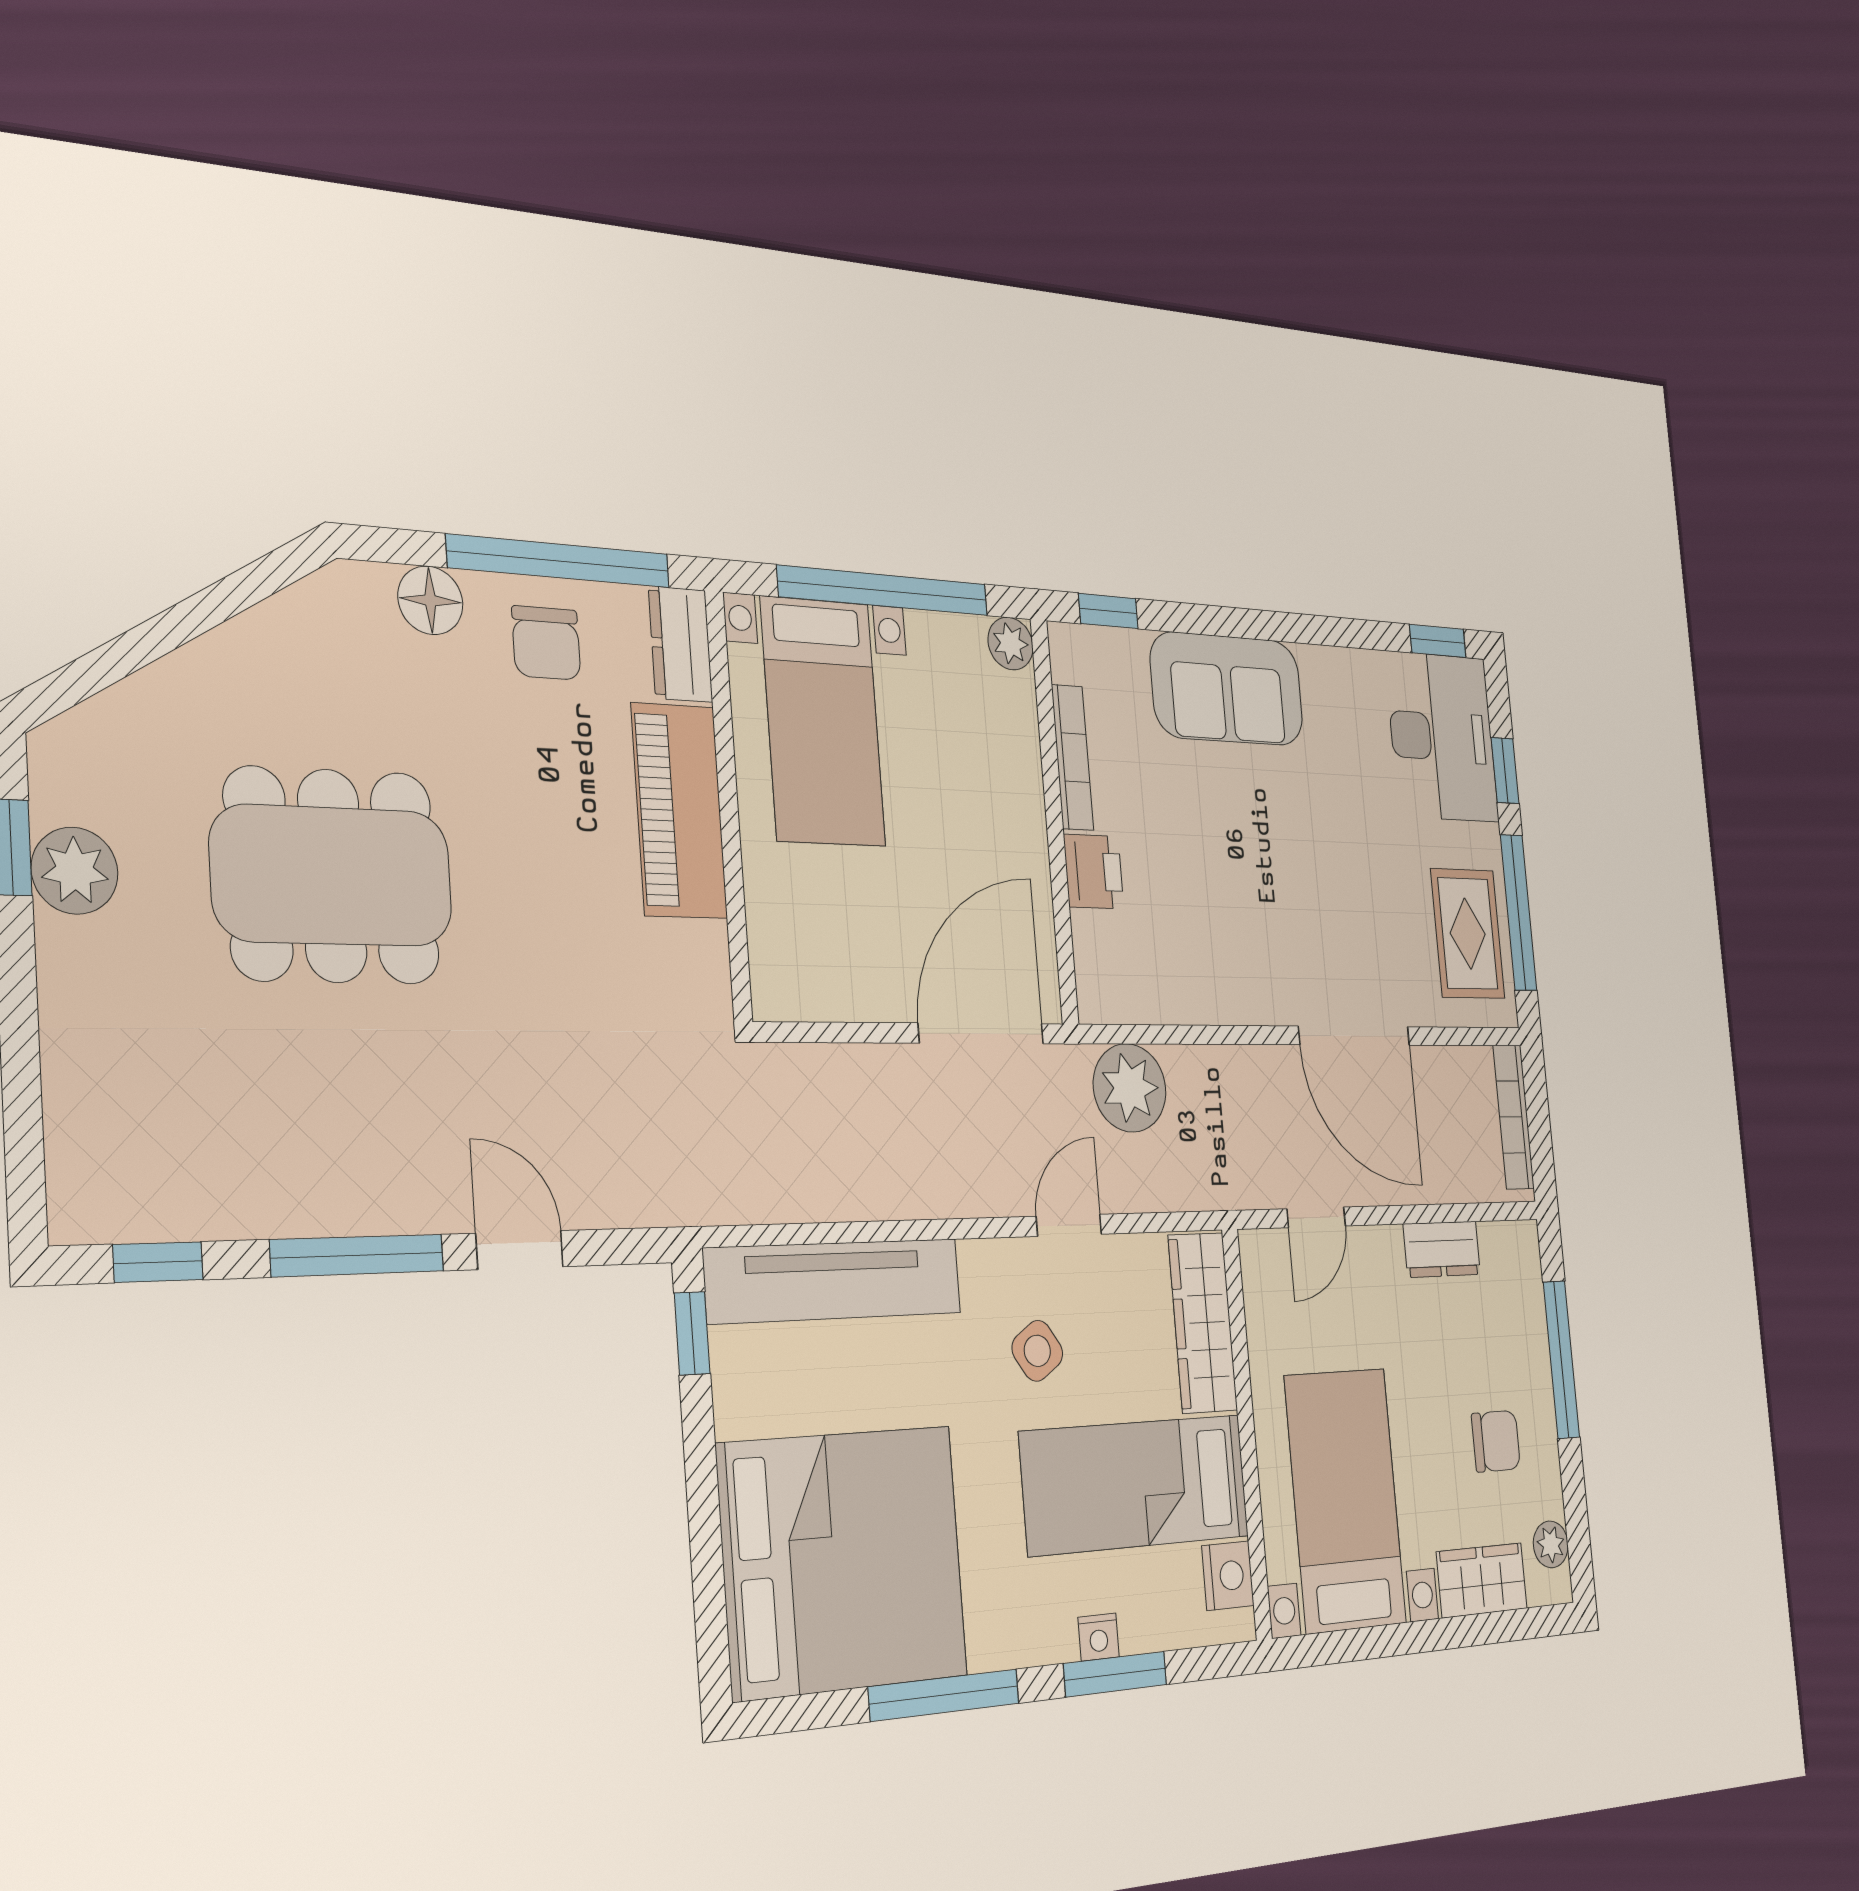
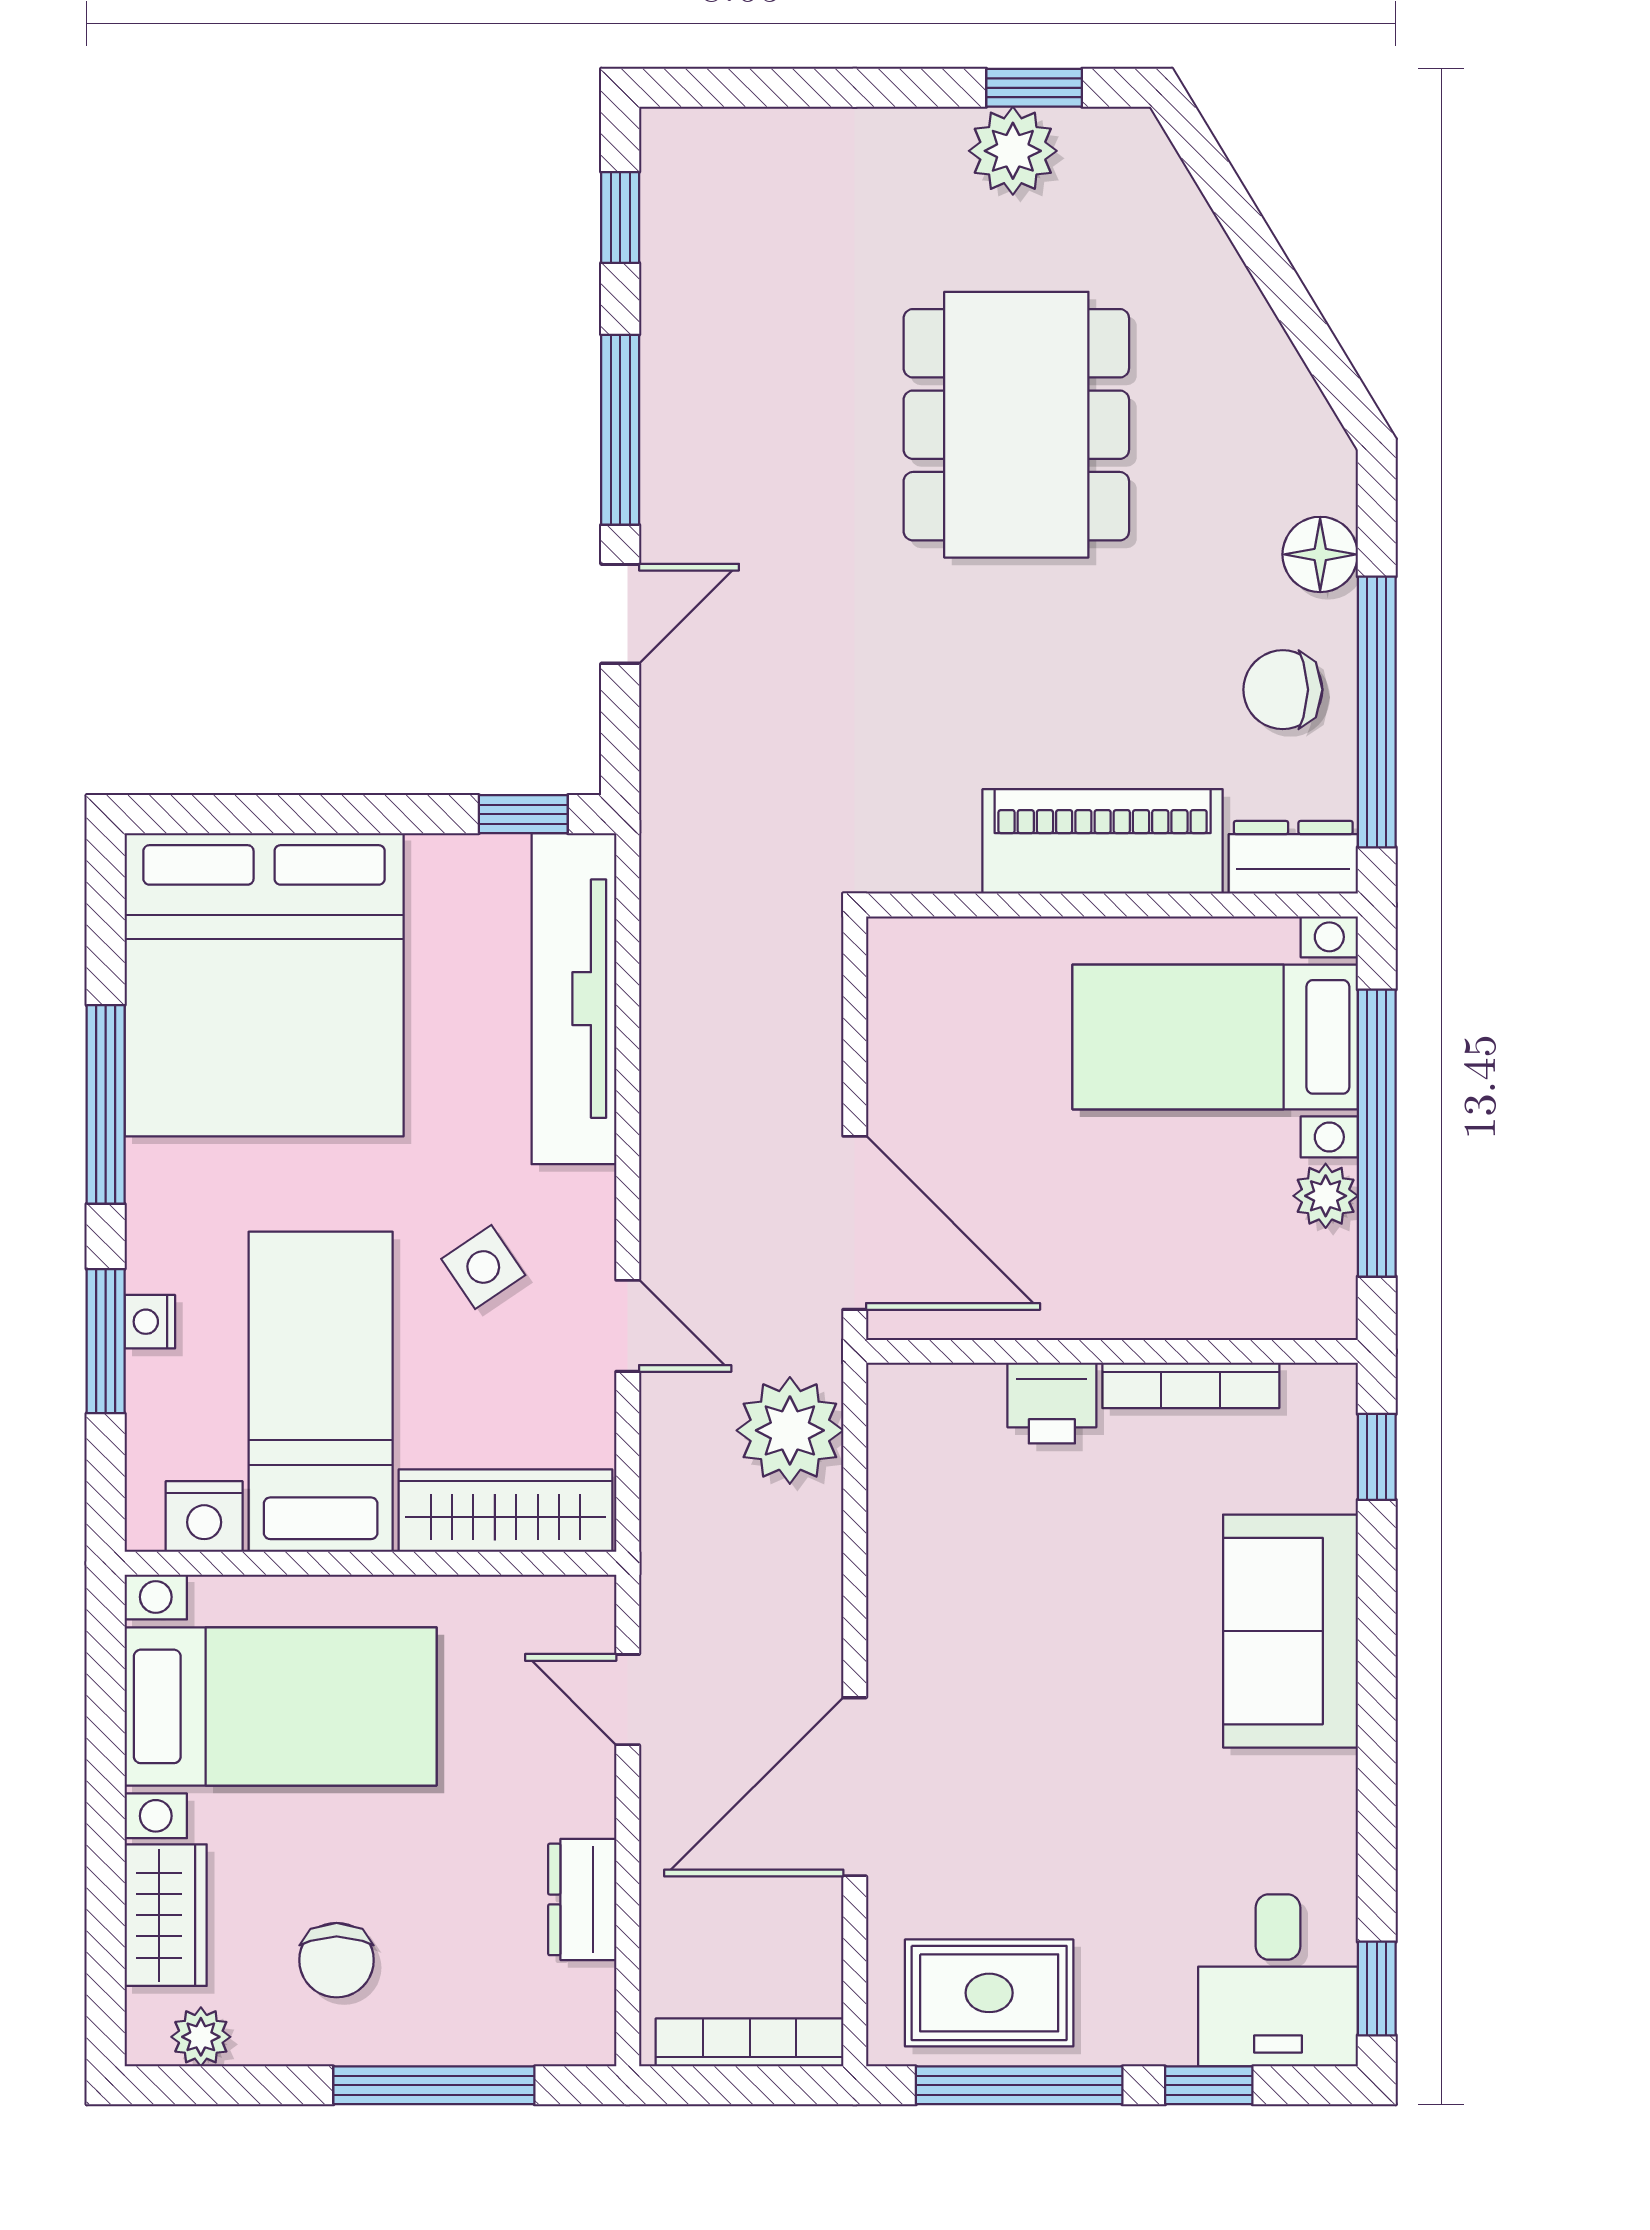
plant: (1011, 644) -> (1326, 1196), moved
desk: (1442, 737) -> (1278, 1980), width x0.73

